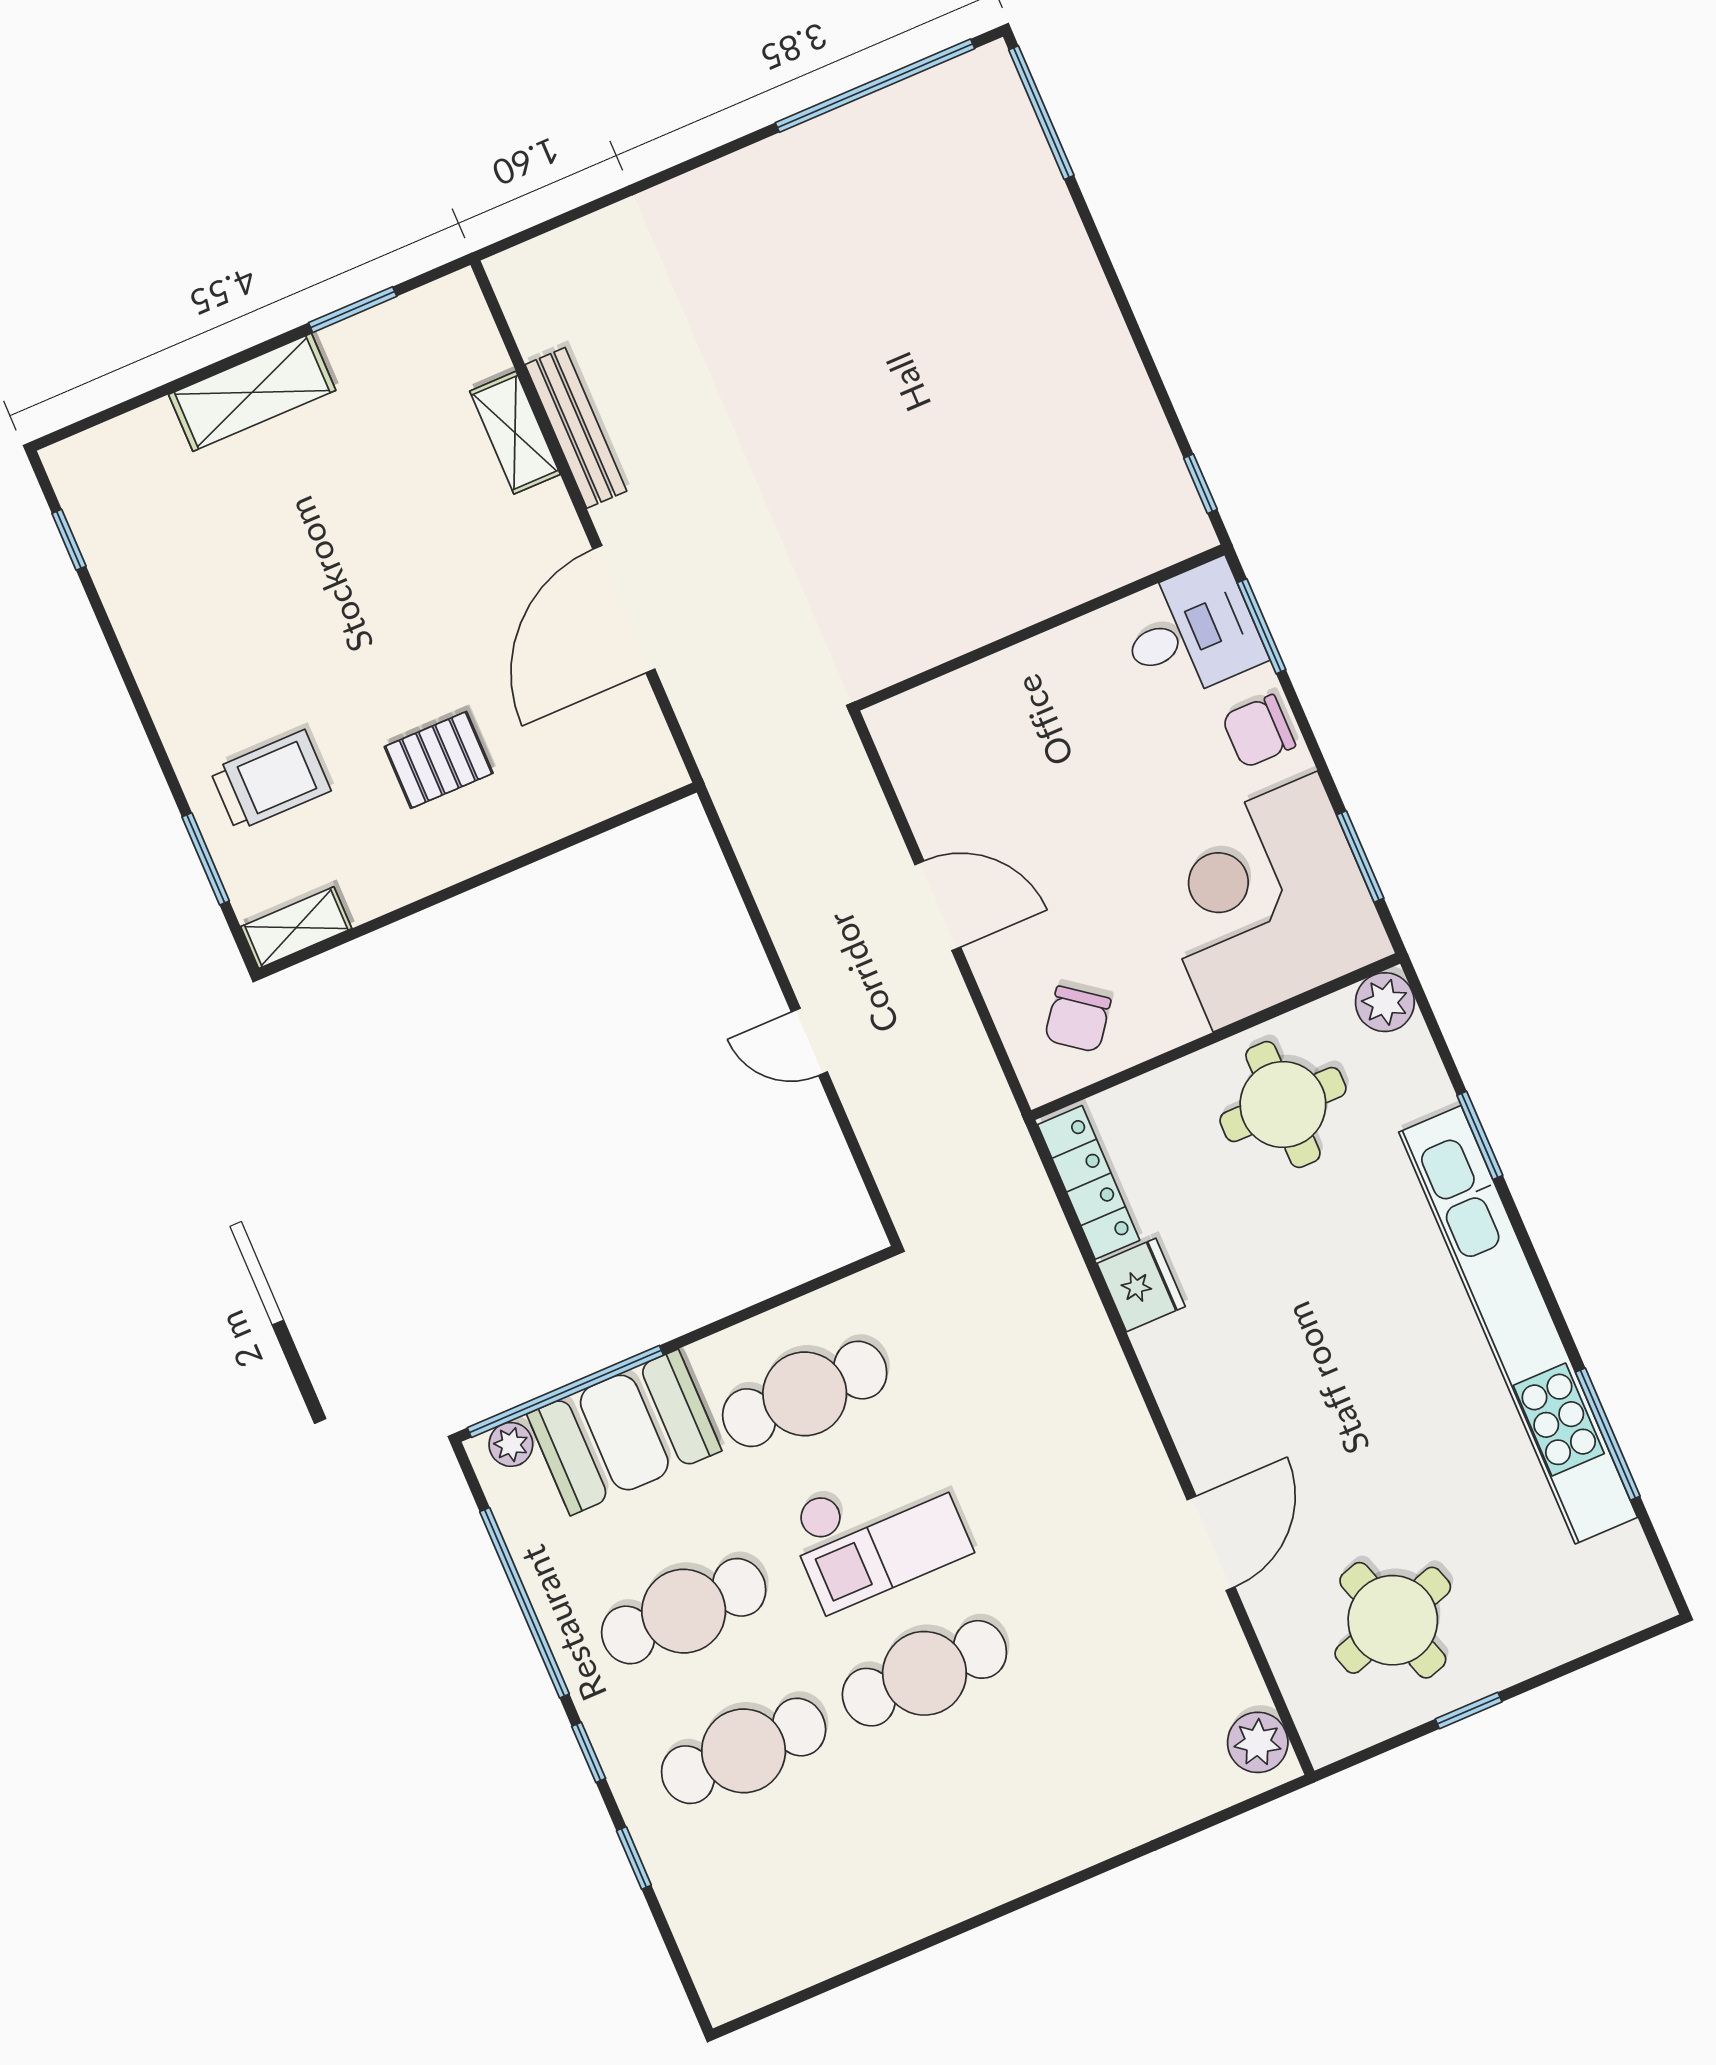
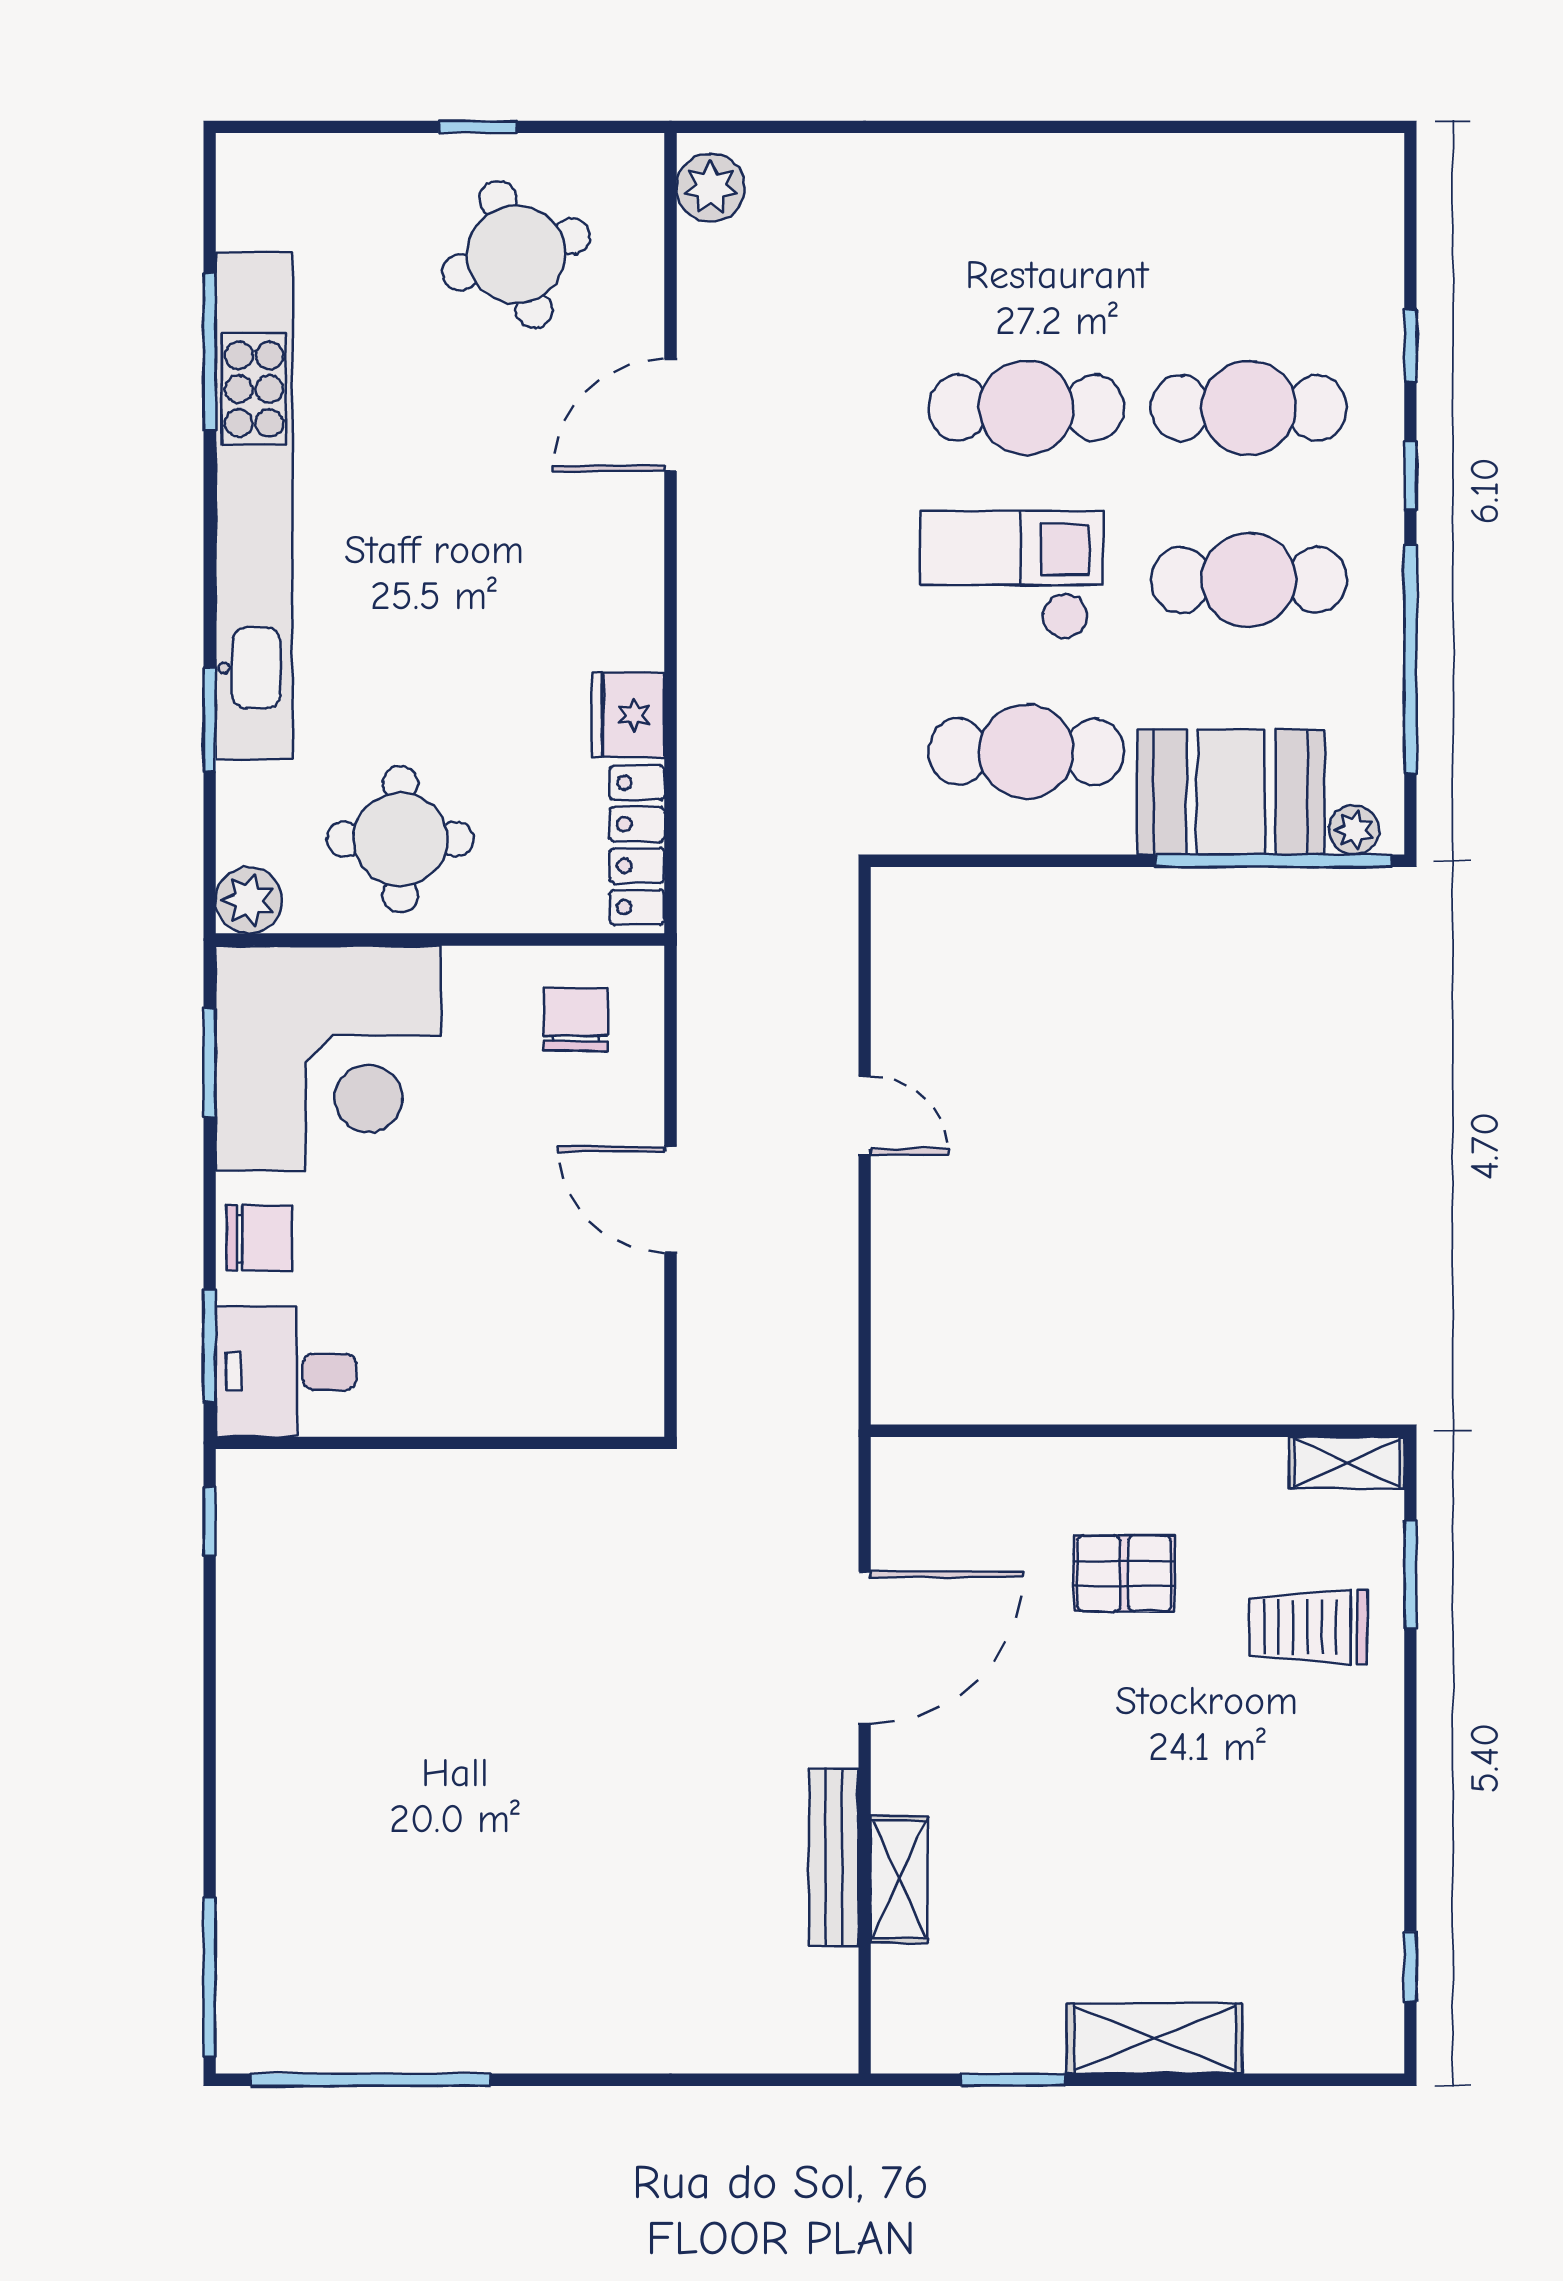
chair: (1078, 1019) -> (576, 1019), turned -37

